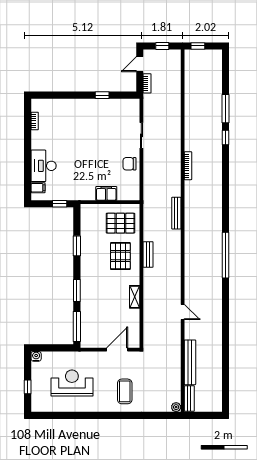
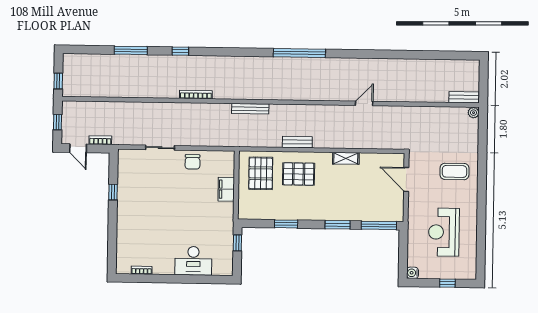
window: (226, 138) -> (180, 51), moved
filing cabinet: (38, 188) -> (219, 268), removed
bench: (190, 362) -> (422, 96), removed

